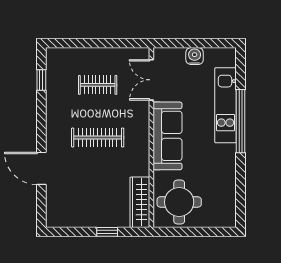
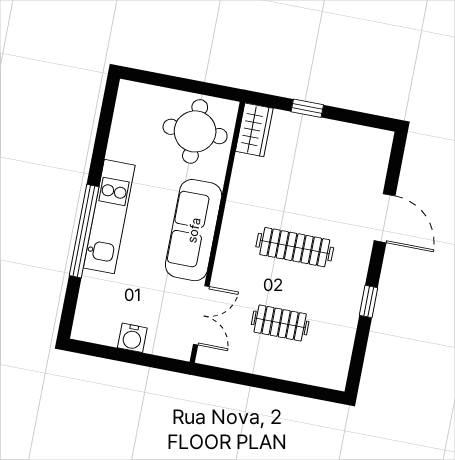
window: (41, 80) -> (369, 301), moved
kitchen unit: (226, 105) -> (109, 217), moved
wardrobe: (140, 202) -> (254, 130), width x0.67

